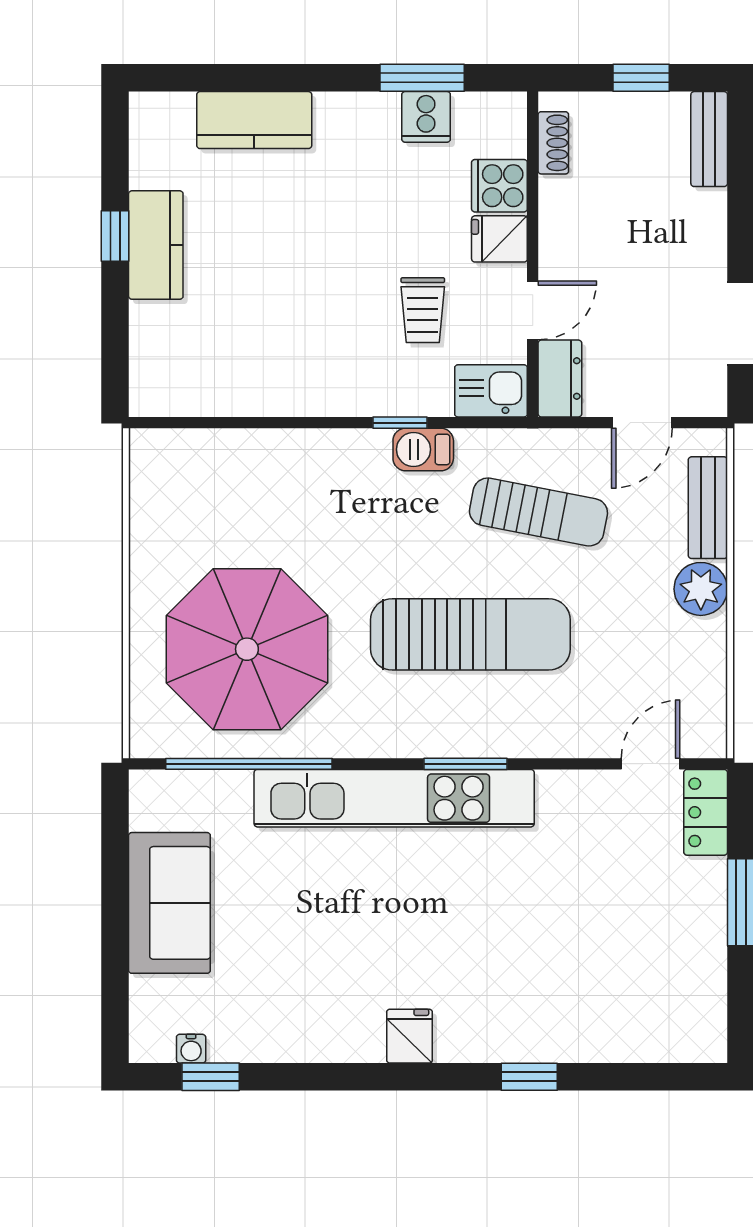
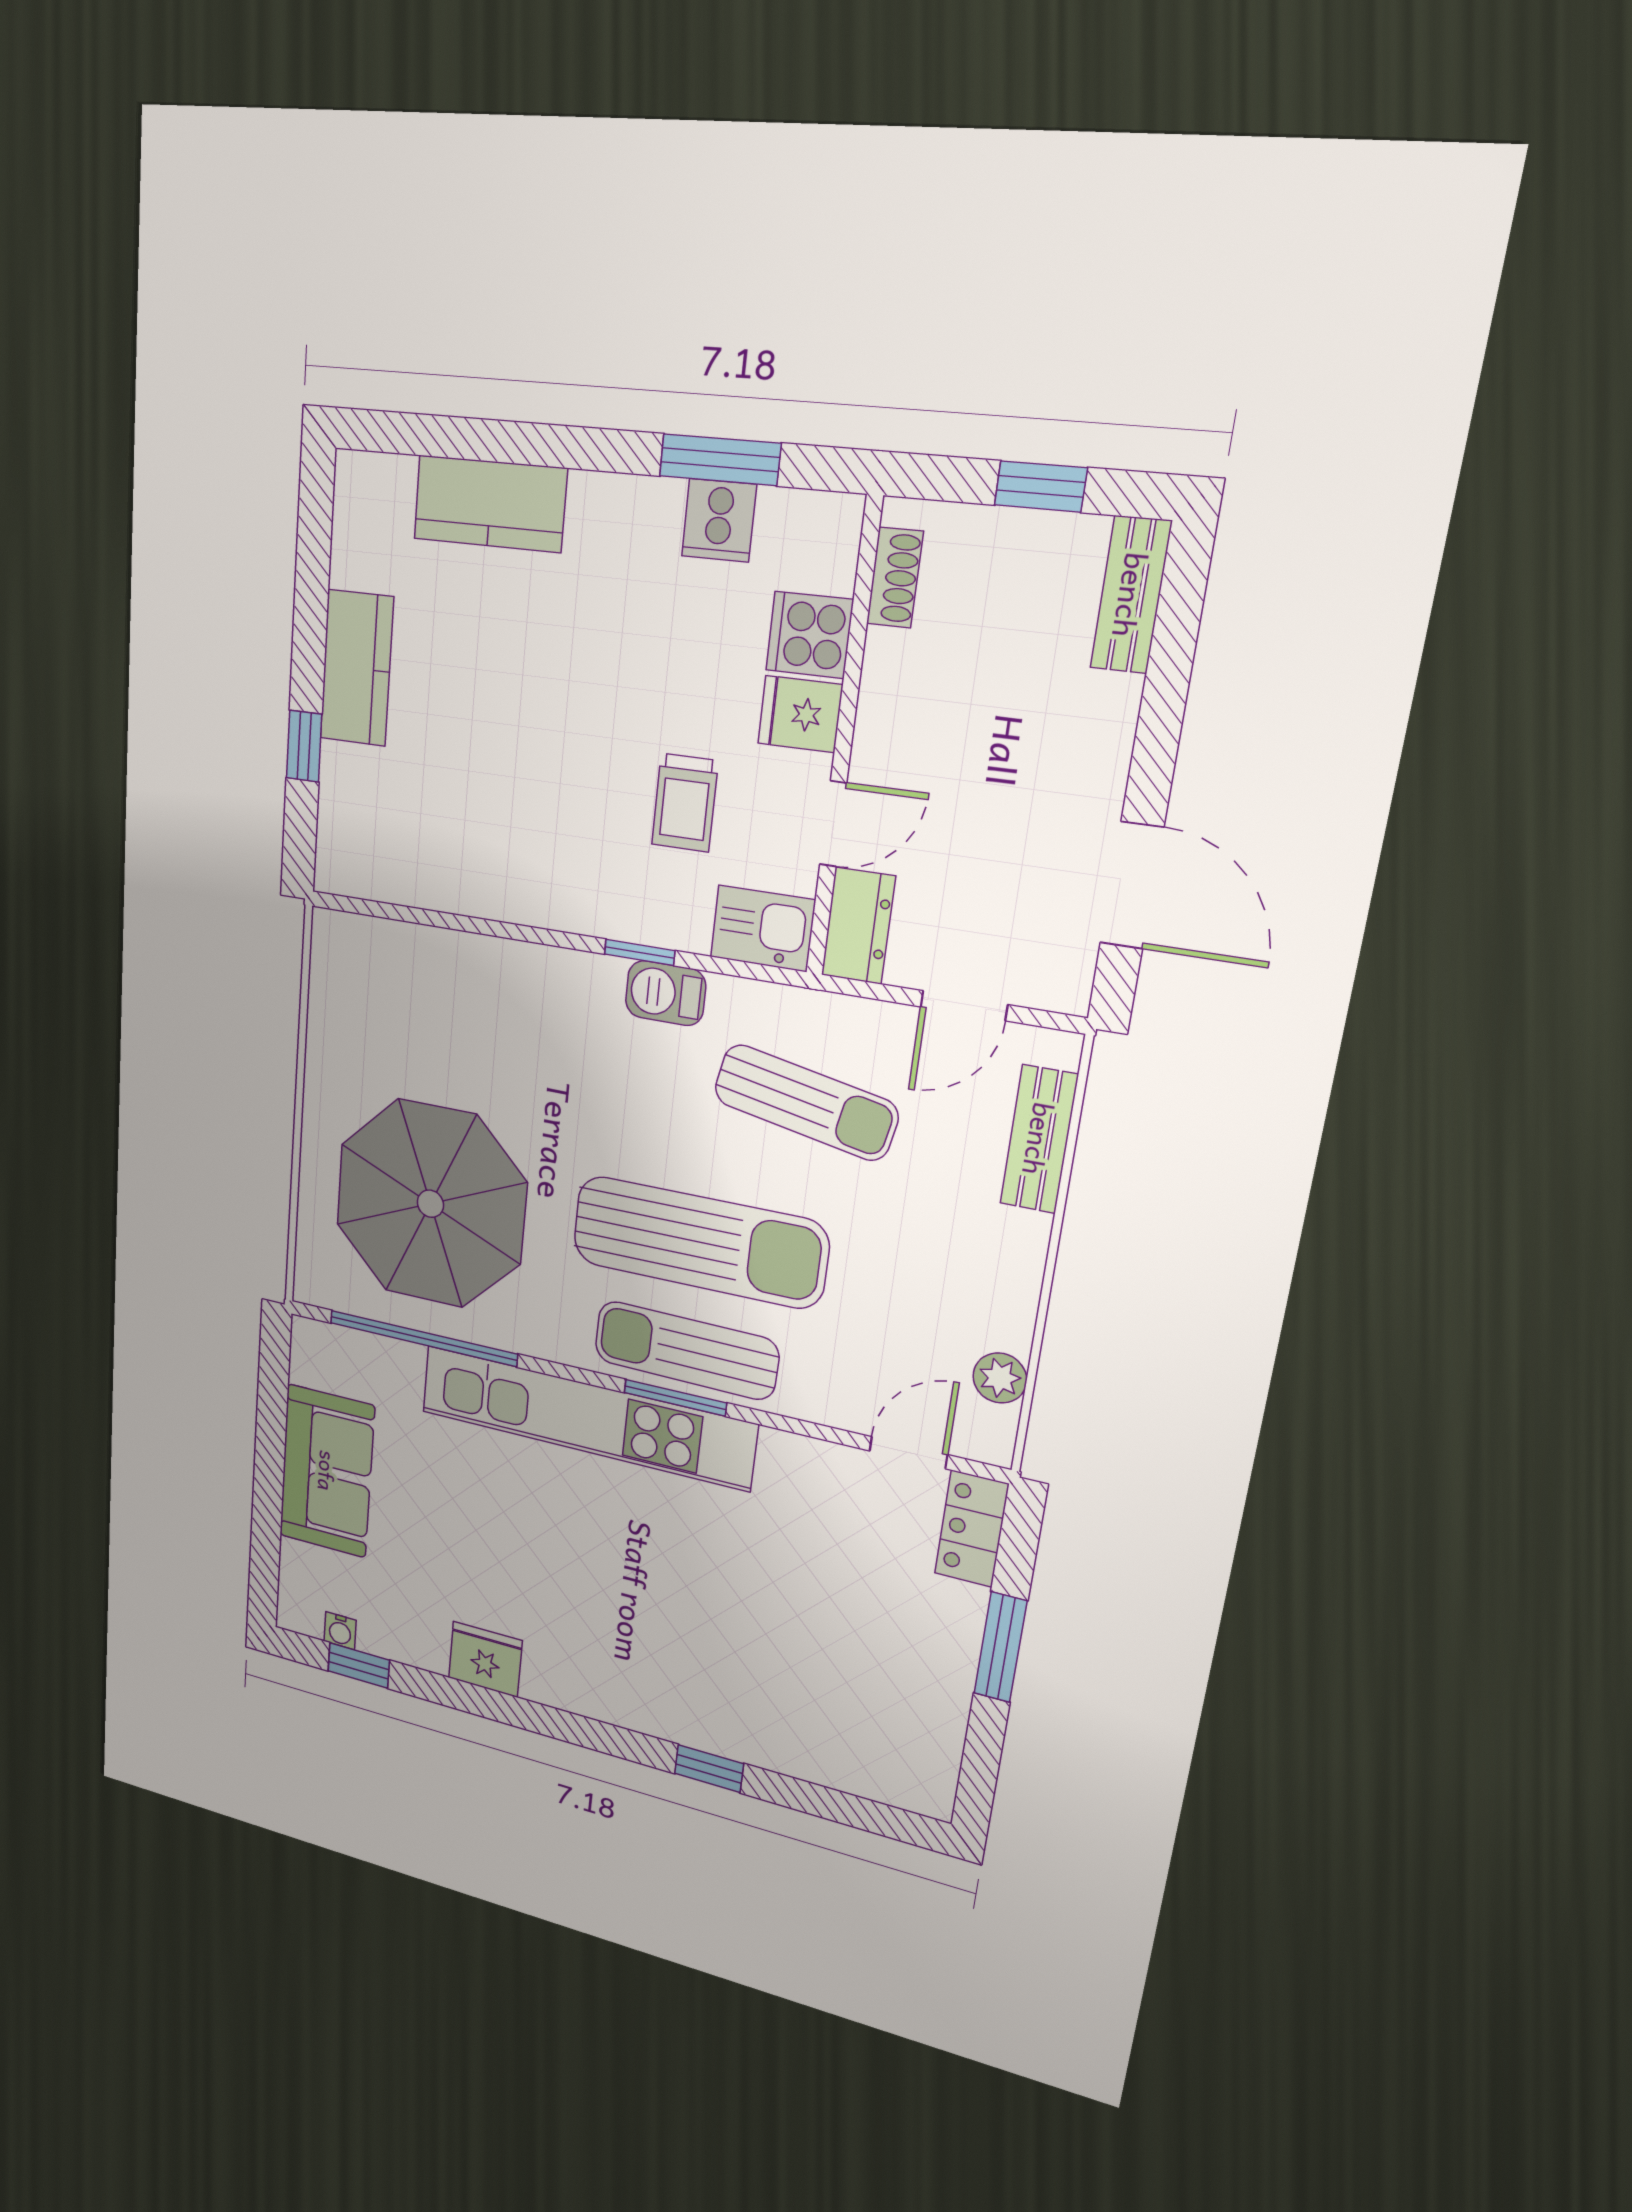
window: (115, 236) -> (304, 746), moved
plant: (701, 589) -> (1000, 1378), moved, width x0.73, depth x0.73
sun lounger: (470, 723) -> (686, 1350), added
fridge: (410, 1036) -> (485, 1659), moved, width x1.38

